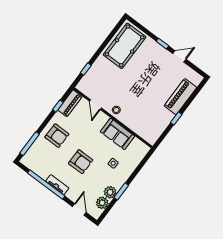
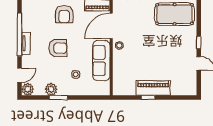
piano: (180, 97) -> (153, 88), moved
door: (95, 105) -> (111, 26), width x1.88
sofa: (118, 134) -> (101, 61), width x1.36
armchair: (81, 162) -> (58, 48), turned -90
plant: (102, 203) -> (28, 89), moved

